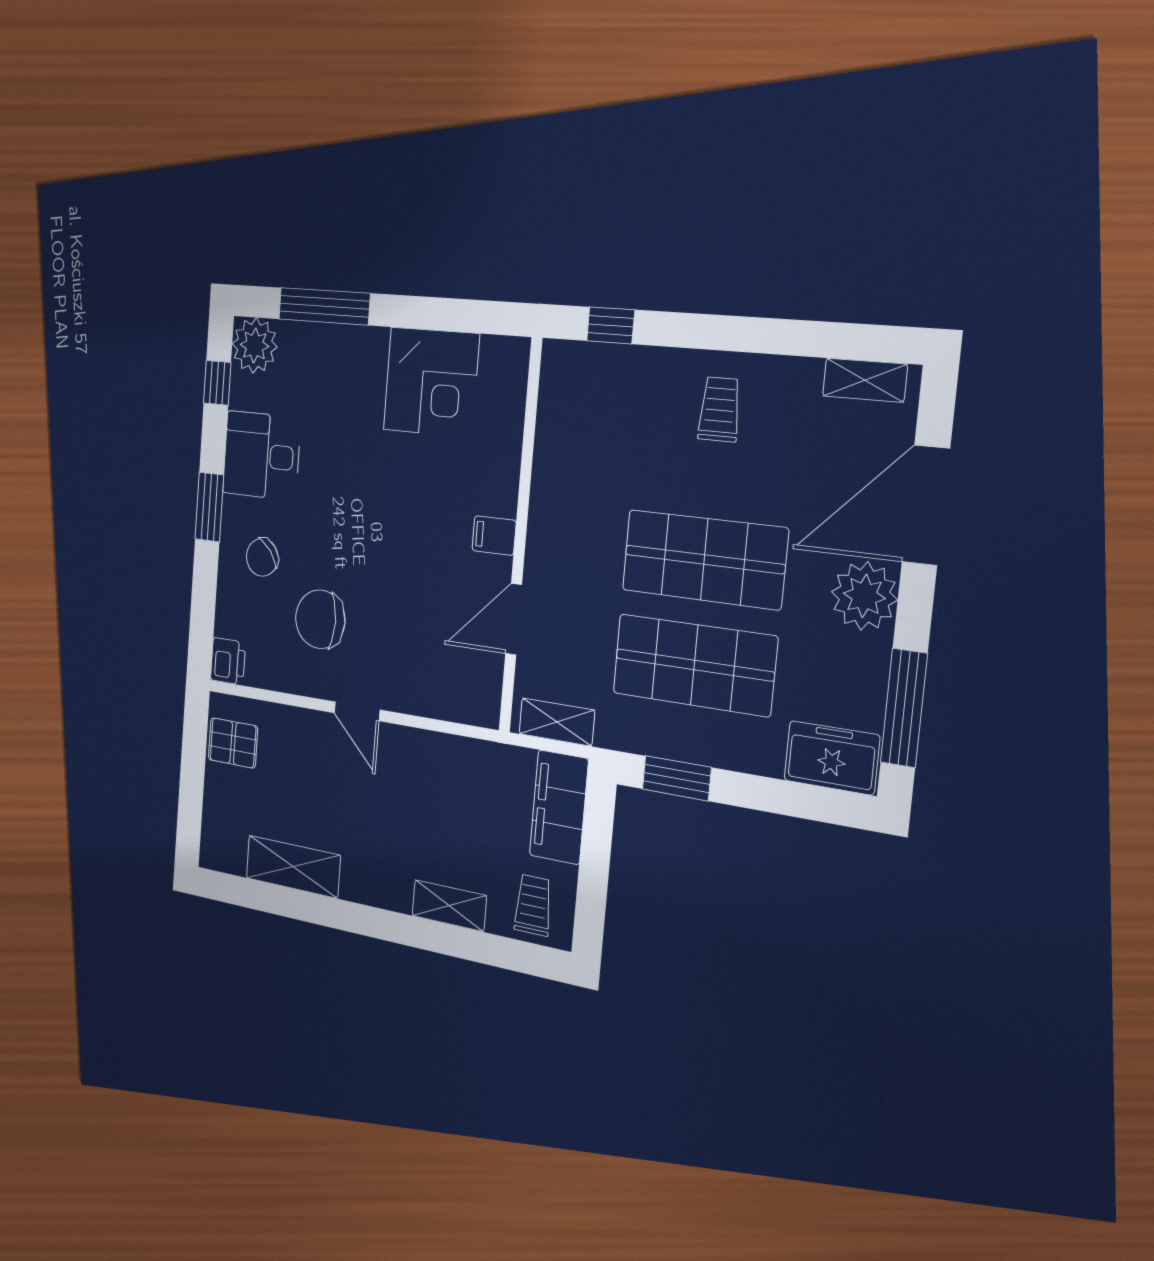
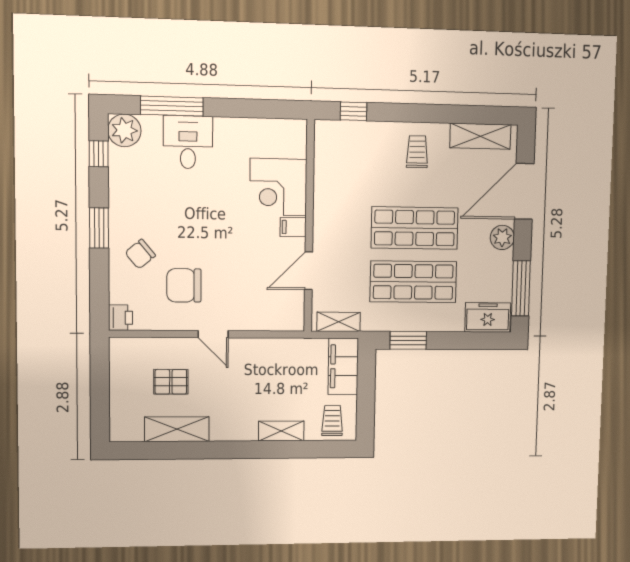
shelving: (865, 380) -> (480, 136), width x1.50, depth x1.33
corner desk: (431, 382) -> (278, 187), moved, turned 90
desk: (261, 456) -> (188, 142), moved, turned 90
plant: (864, 596) -> (502, 237), width x0.73, depth x0.73
pallet: (233, 743) -> (171, 382), moved

